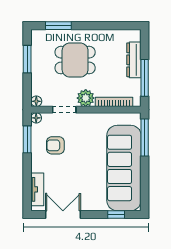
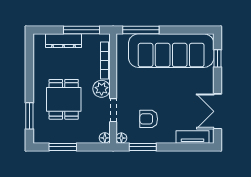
armchair: (55, 145) -> (149, 119), turned 90

